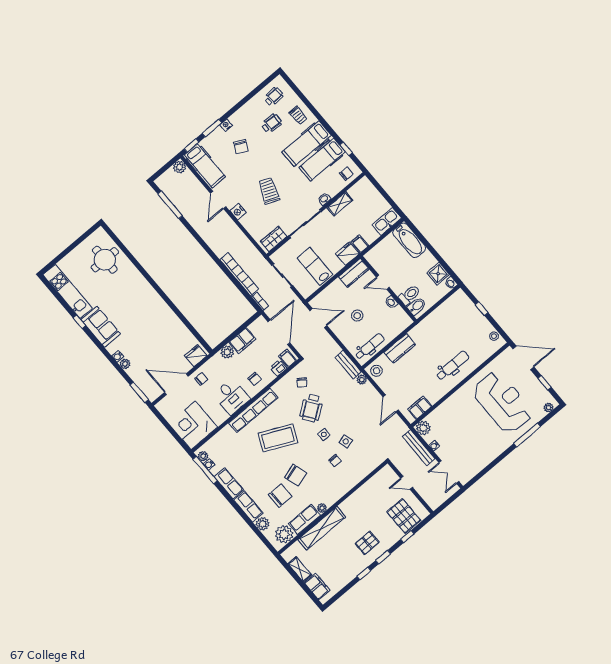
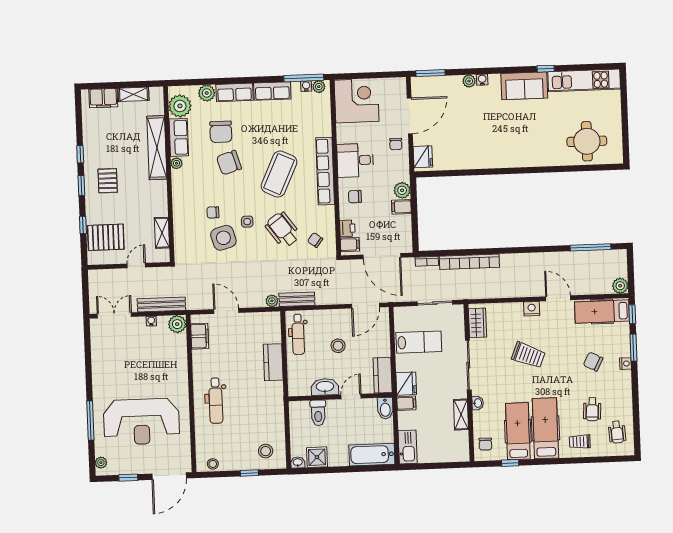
washbasin: (391, 302) -> (325, 387), width x1.91, depth x1.45
bidet: (417, 306) -> (385, 408), moved
filing cabinet: (242, 341) -> (401, 207), width x0.50
stool: (377, 371) -> (266, 451), moved
side table: (346, 441) -> (223, 238), width x1.87, depth x1.87
shelving: (373, 483) -> (162, 233), added

